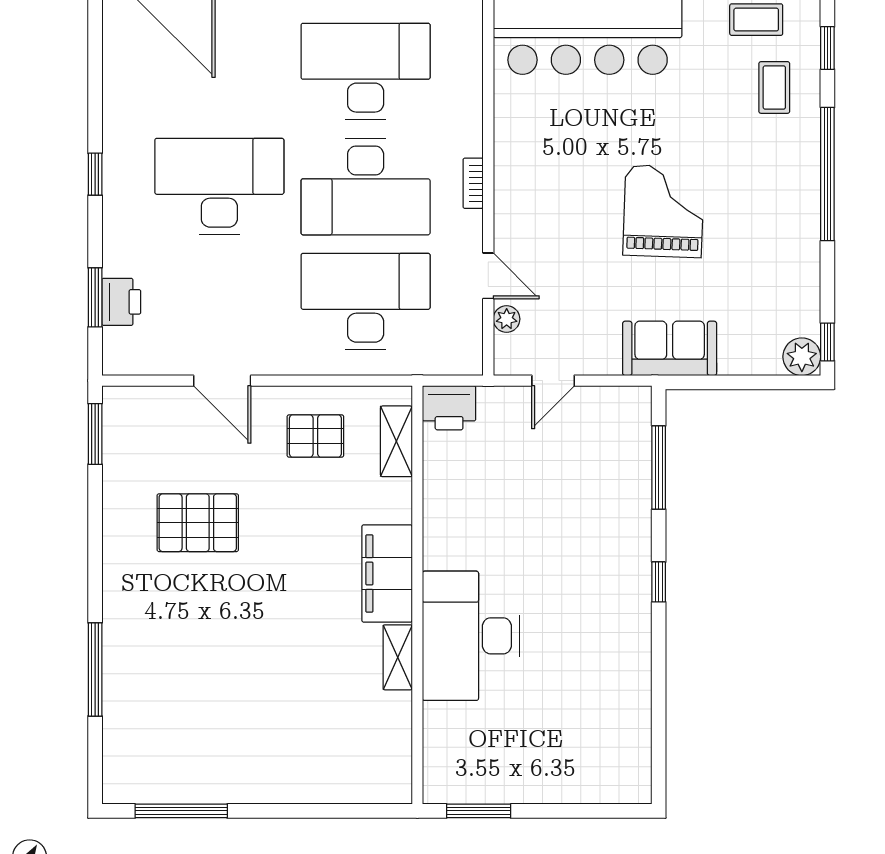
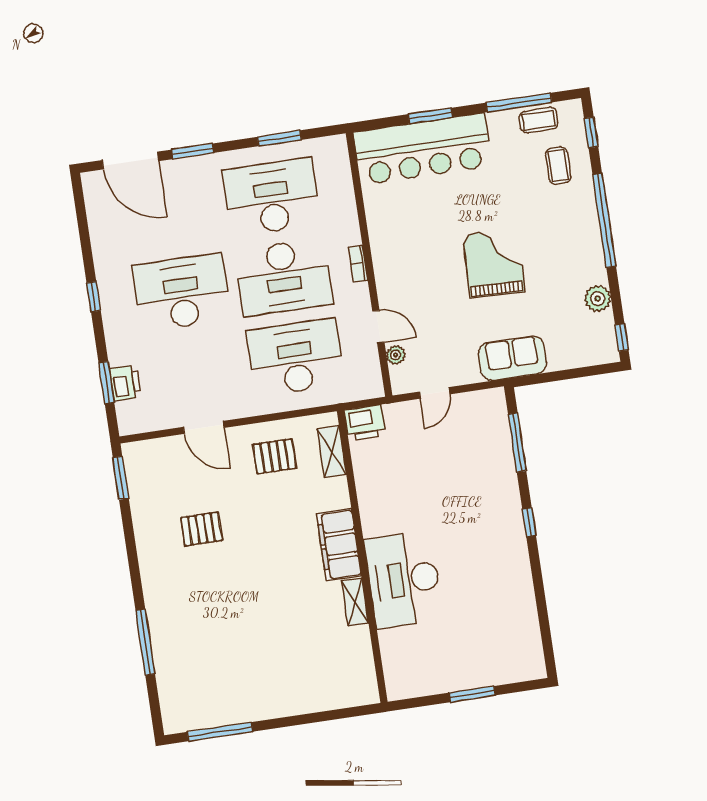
plant: (802, 357) -> (598, 299), moved
pallet: (198, 523) -> (202, 529), width x0.67, depth x0.71
window: (479, 811) -> (472, 694), moved

